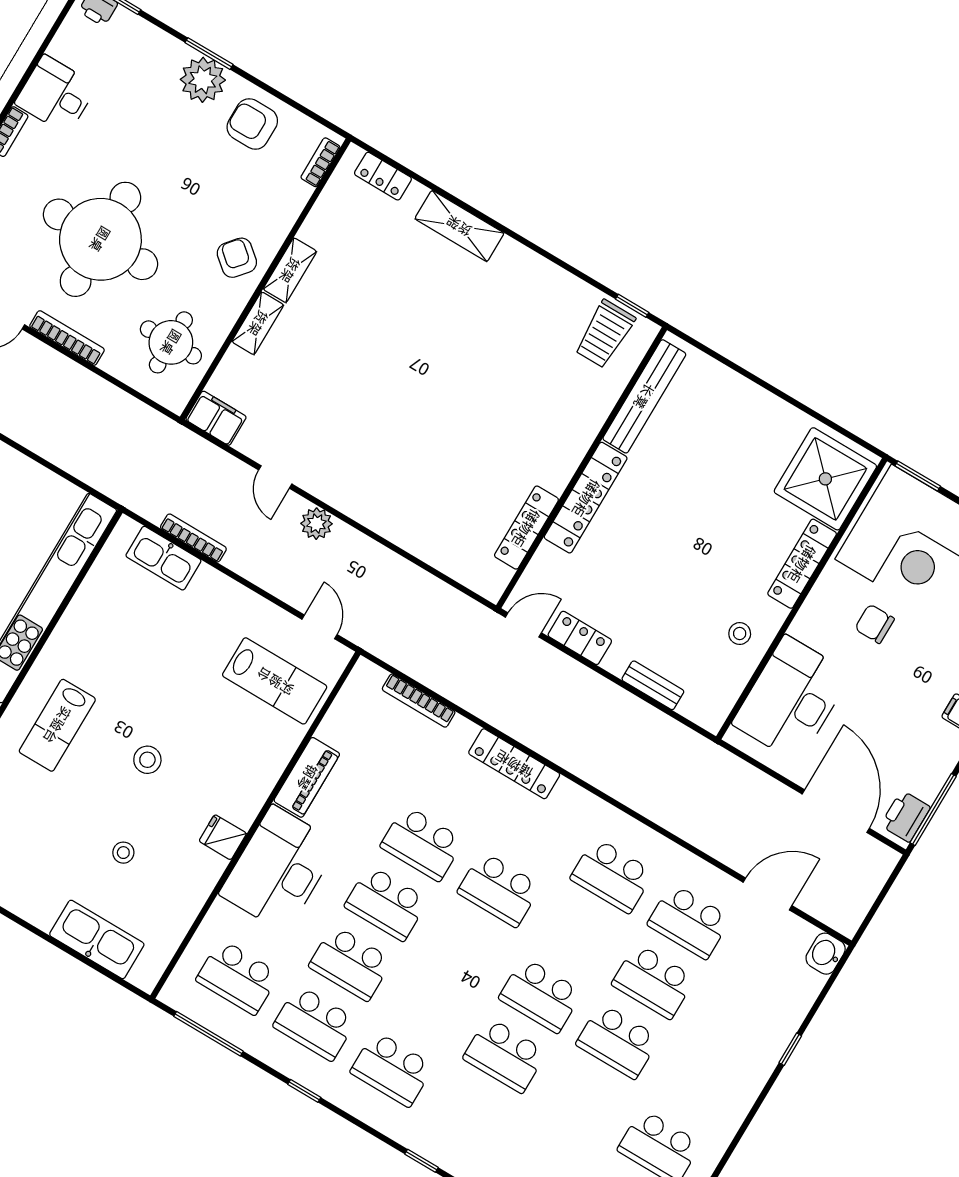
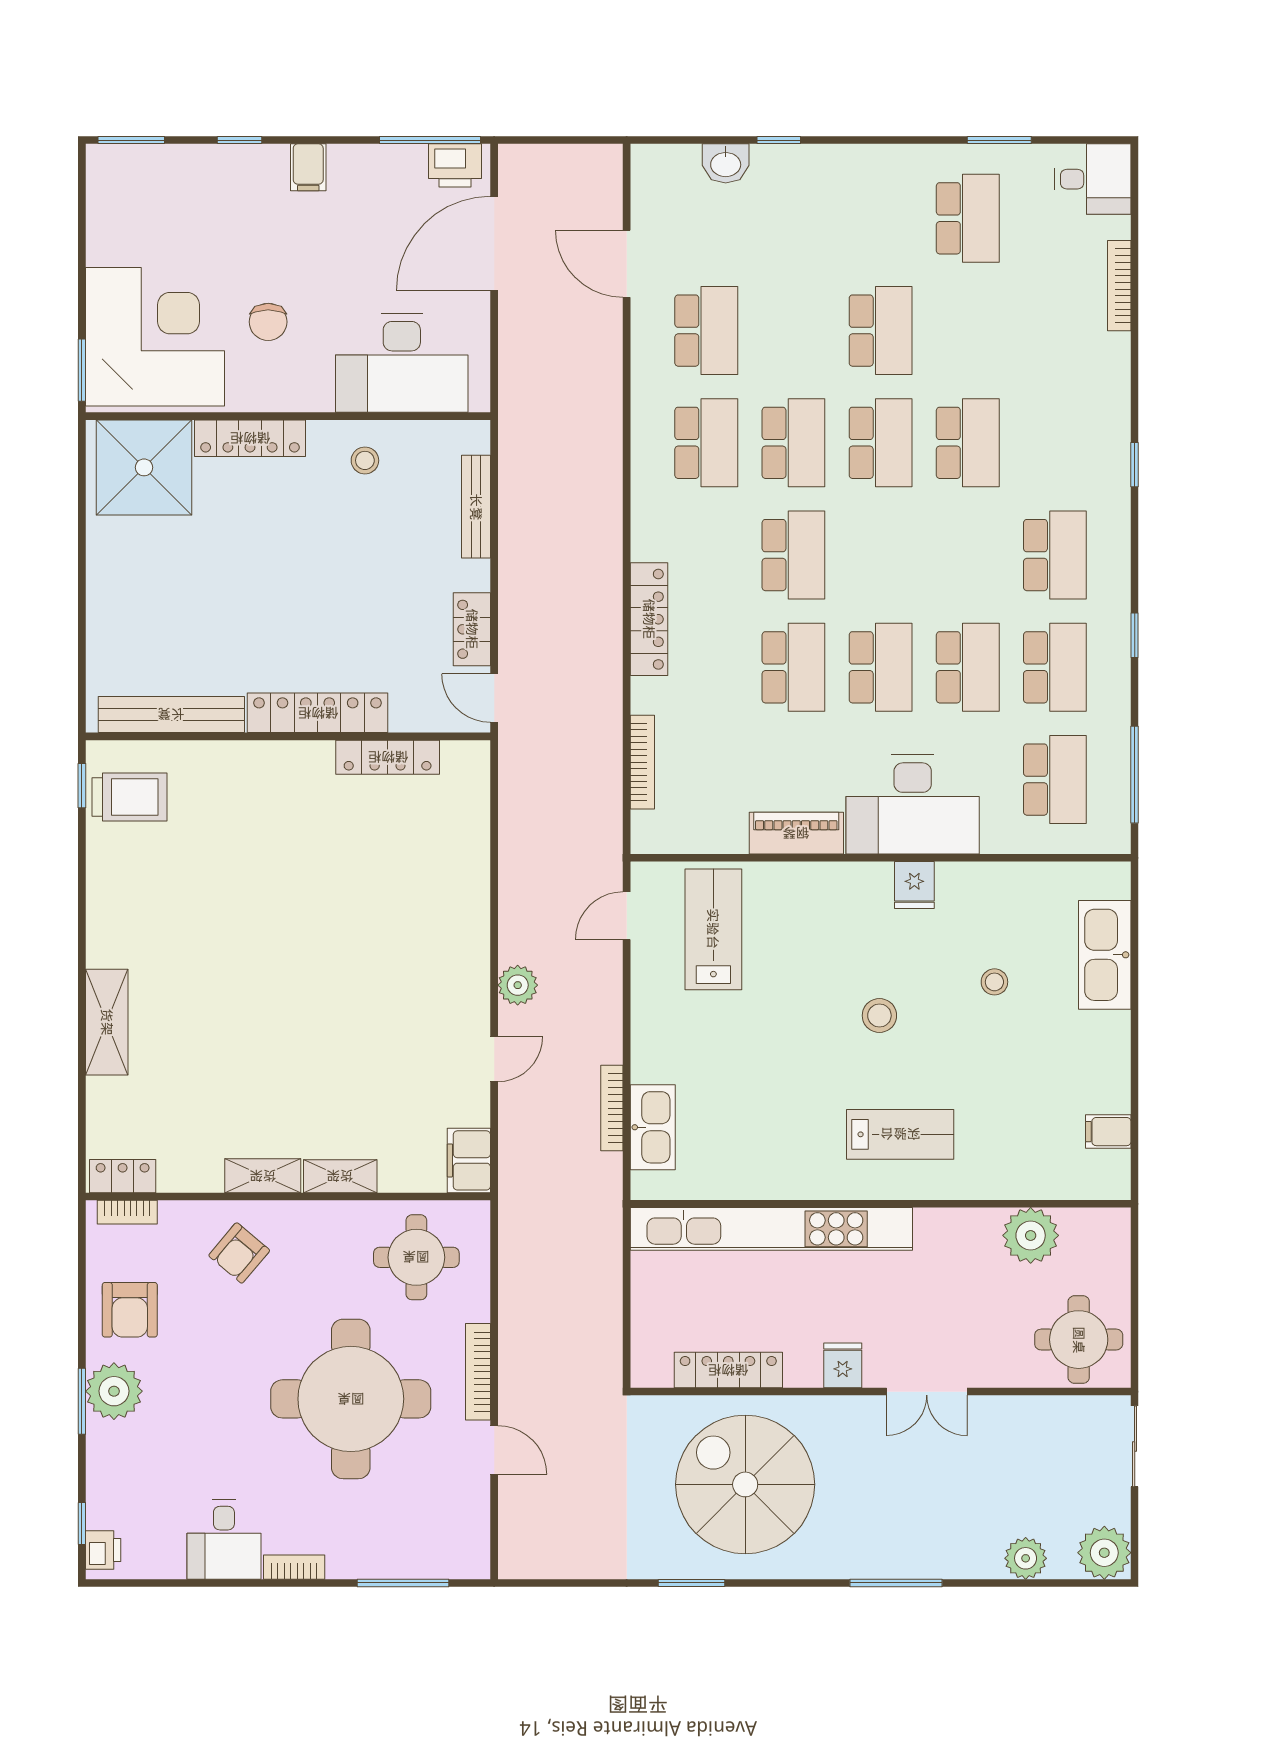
locker: (383, 176) -> (123, 1176), moved, turned -90
armchair: (237, 258) -> (239, 1253), moved
bench: (653, 685) -> (476, 507), width x1.36
washbasin: (826, 954) -> (726, 163), moved
school desk: (653, 981) -> (793, 443), moved

